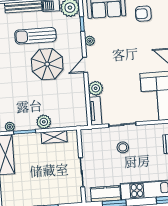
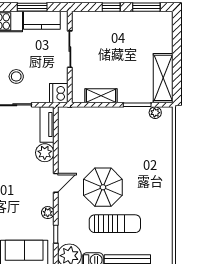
plant: (44, 122) -> (112, 116), removed
dishwasher: (88, 137) -> (59, 93), added

